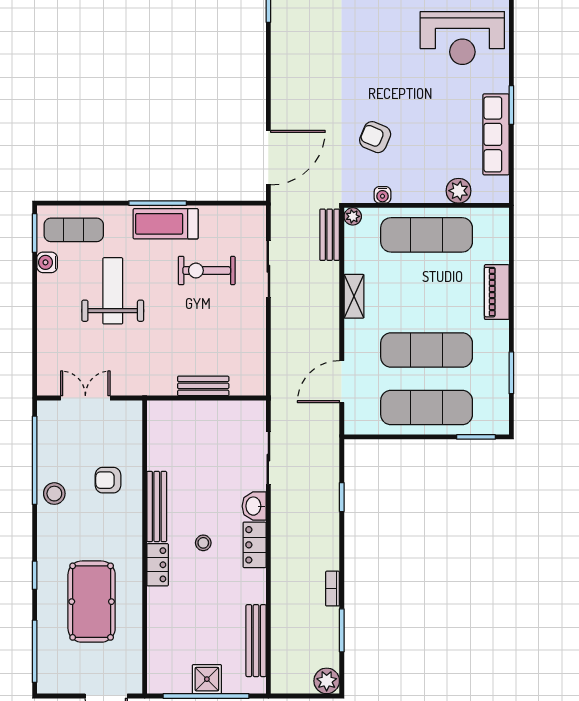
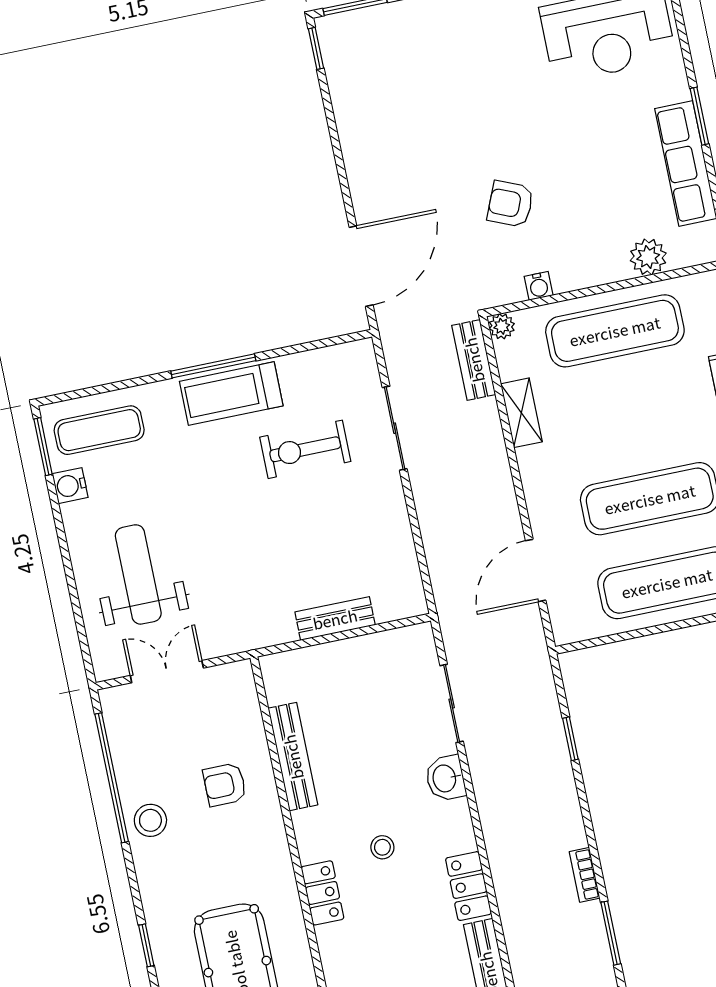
weight bench: (113, 291) -> (138, 574), moved
shelving: (354, 296) -> (521, 413), moved
bench: (157, 507) -> (293, 757), moved
locker: (255, 545) -> (468, 886), moved

